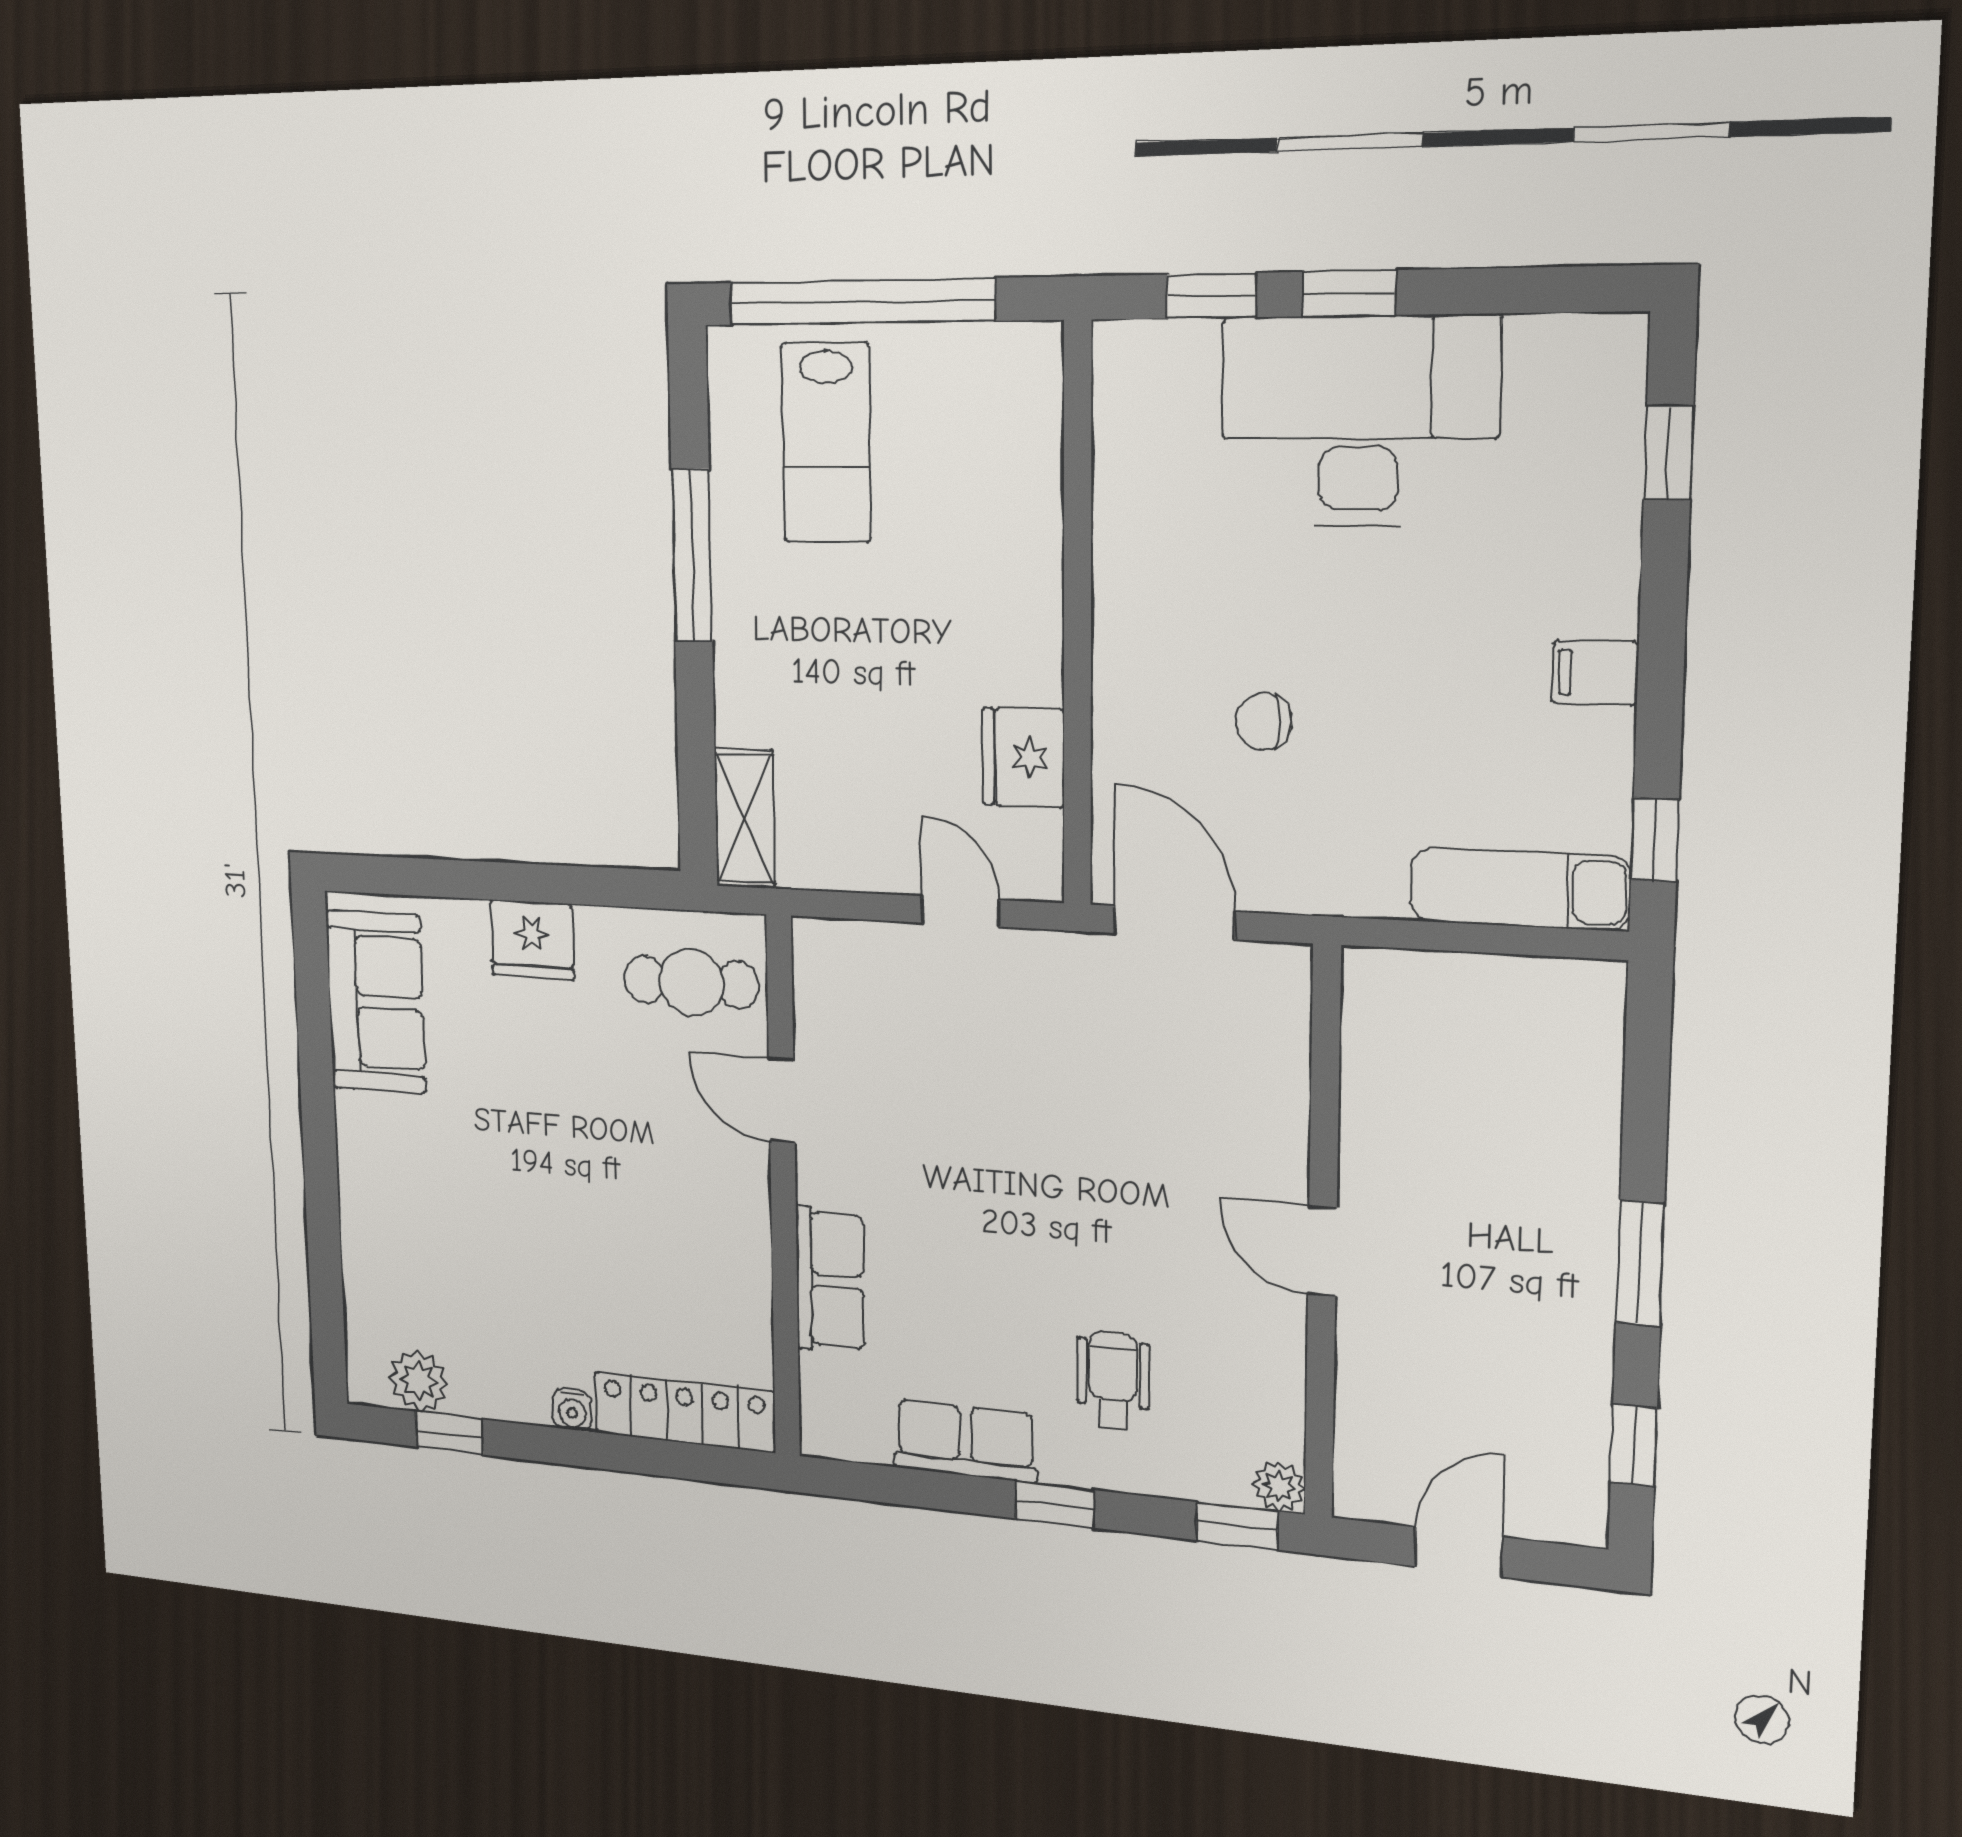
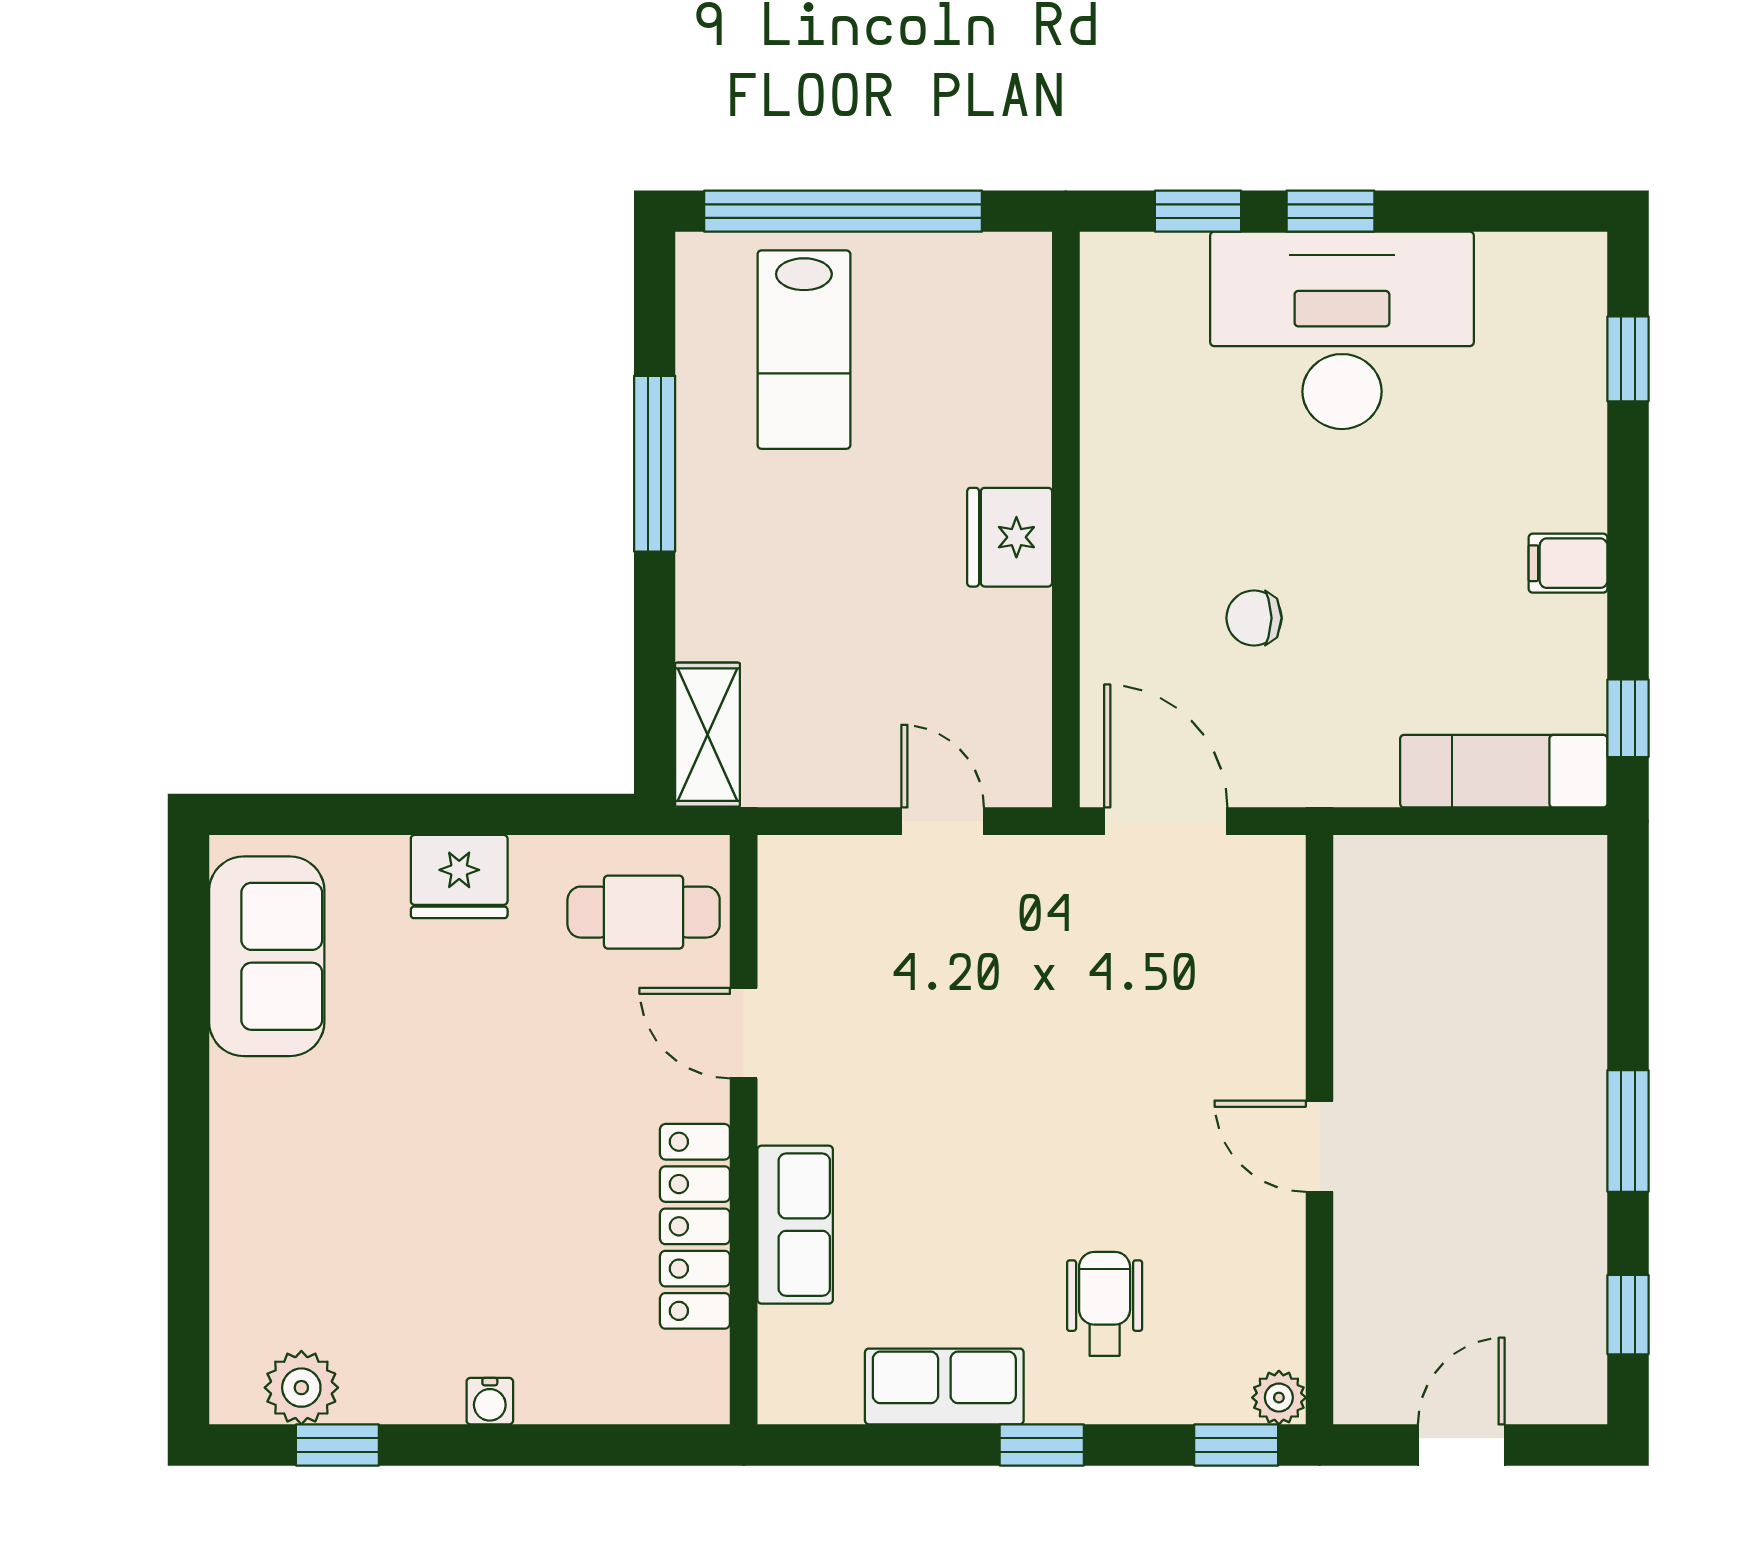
fridge: (1023, 757) -> (1010, 537), moved
locker: (684, 1412) -> (695, 1226), moved, turned -90

